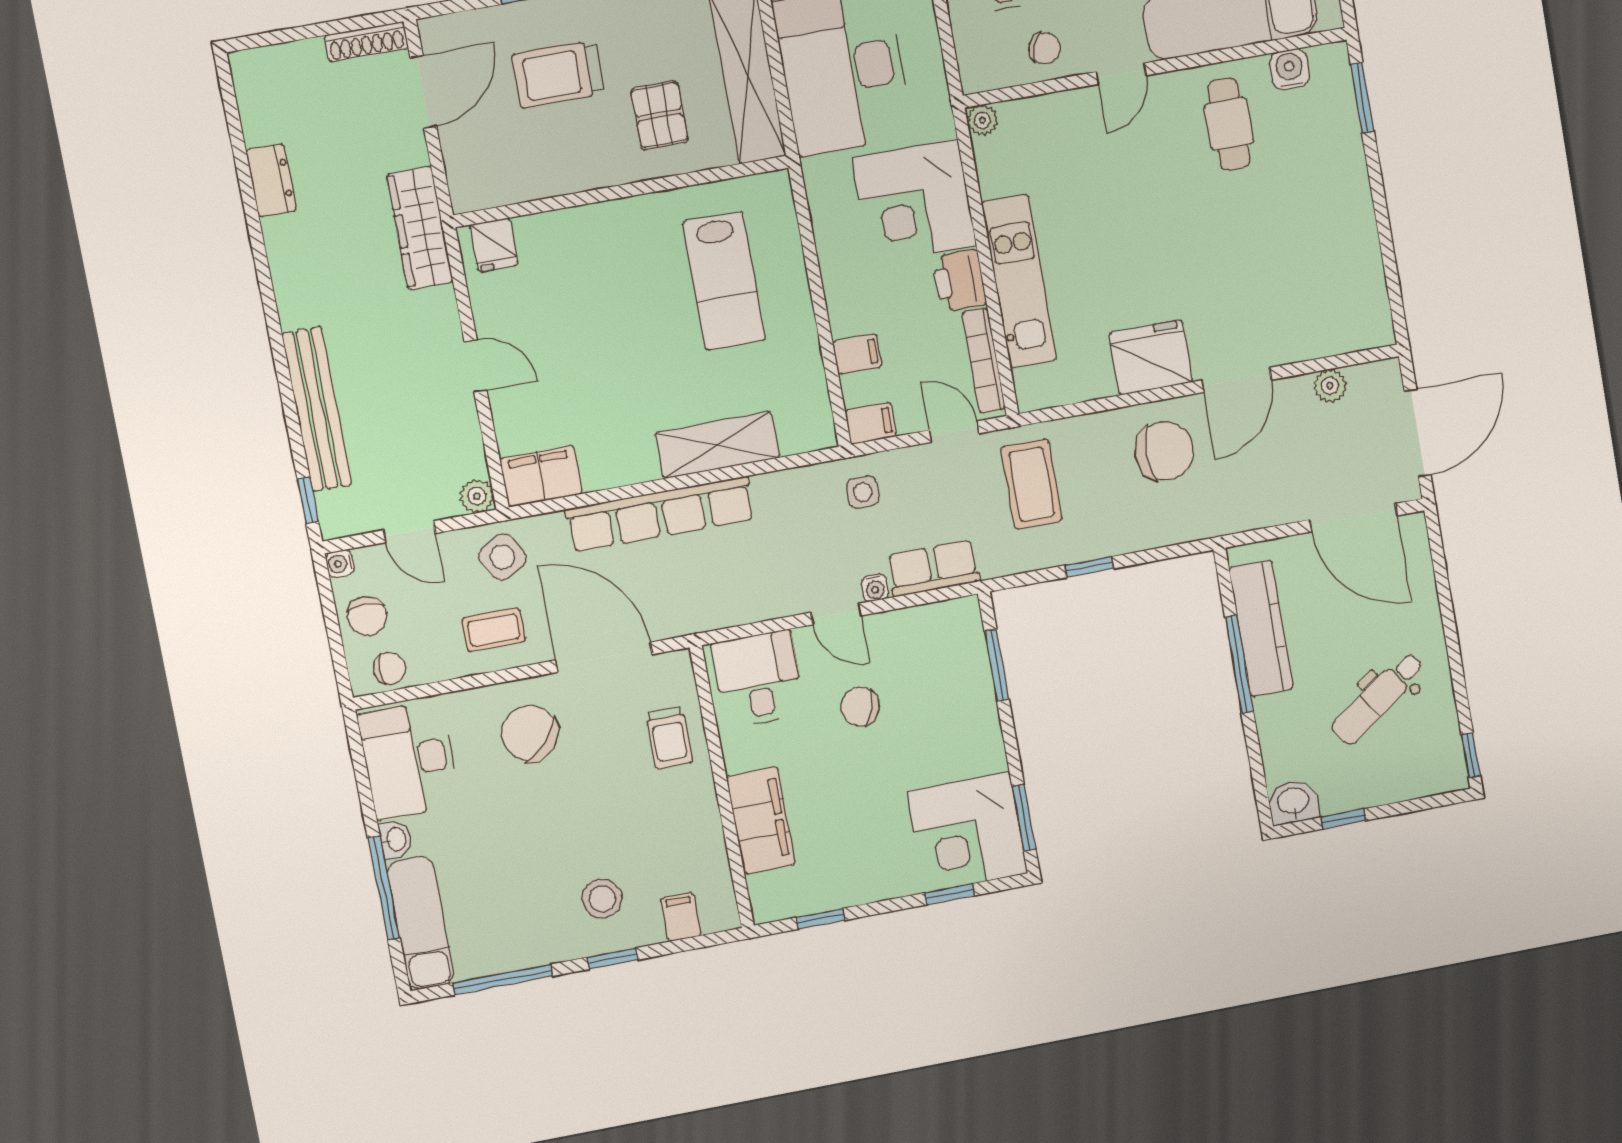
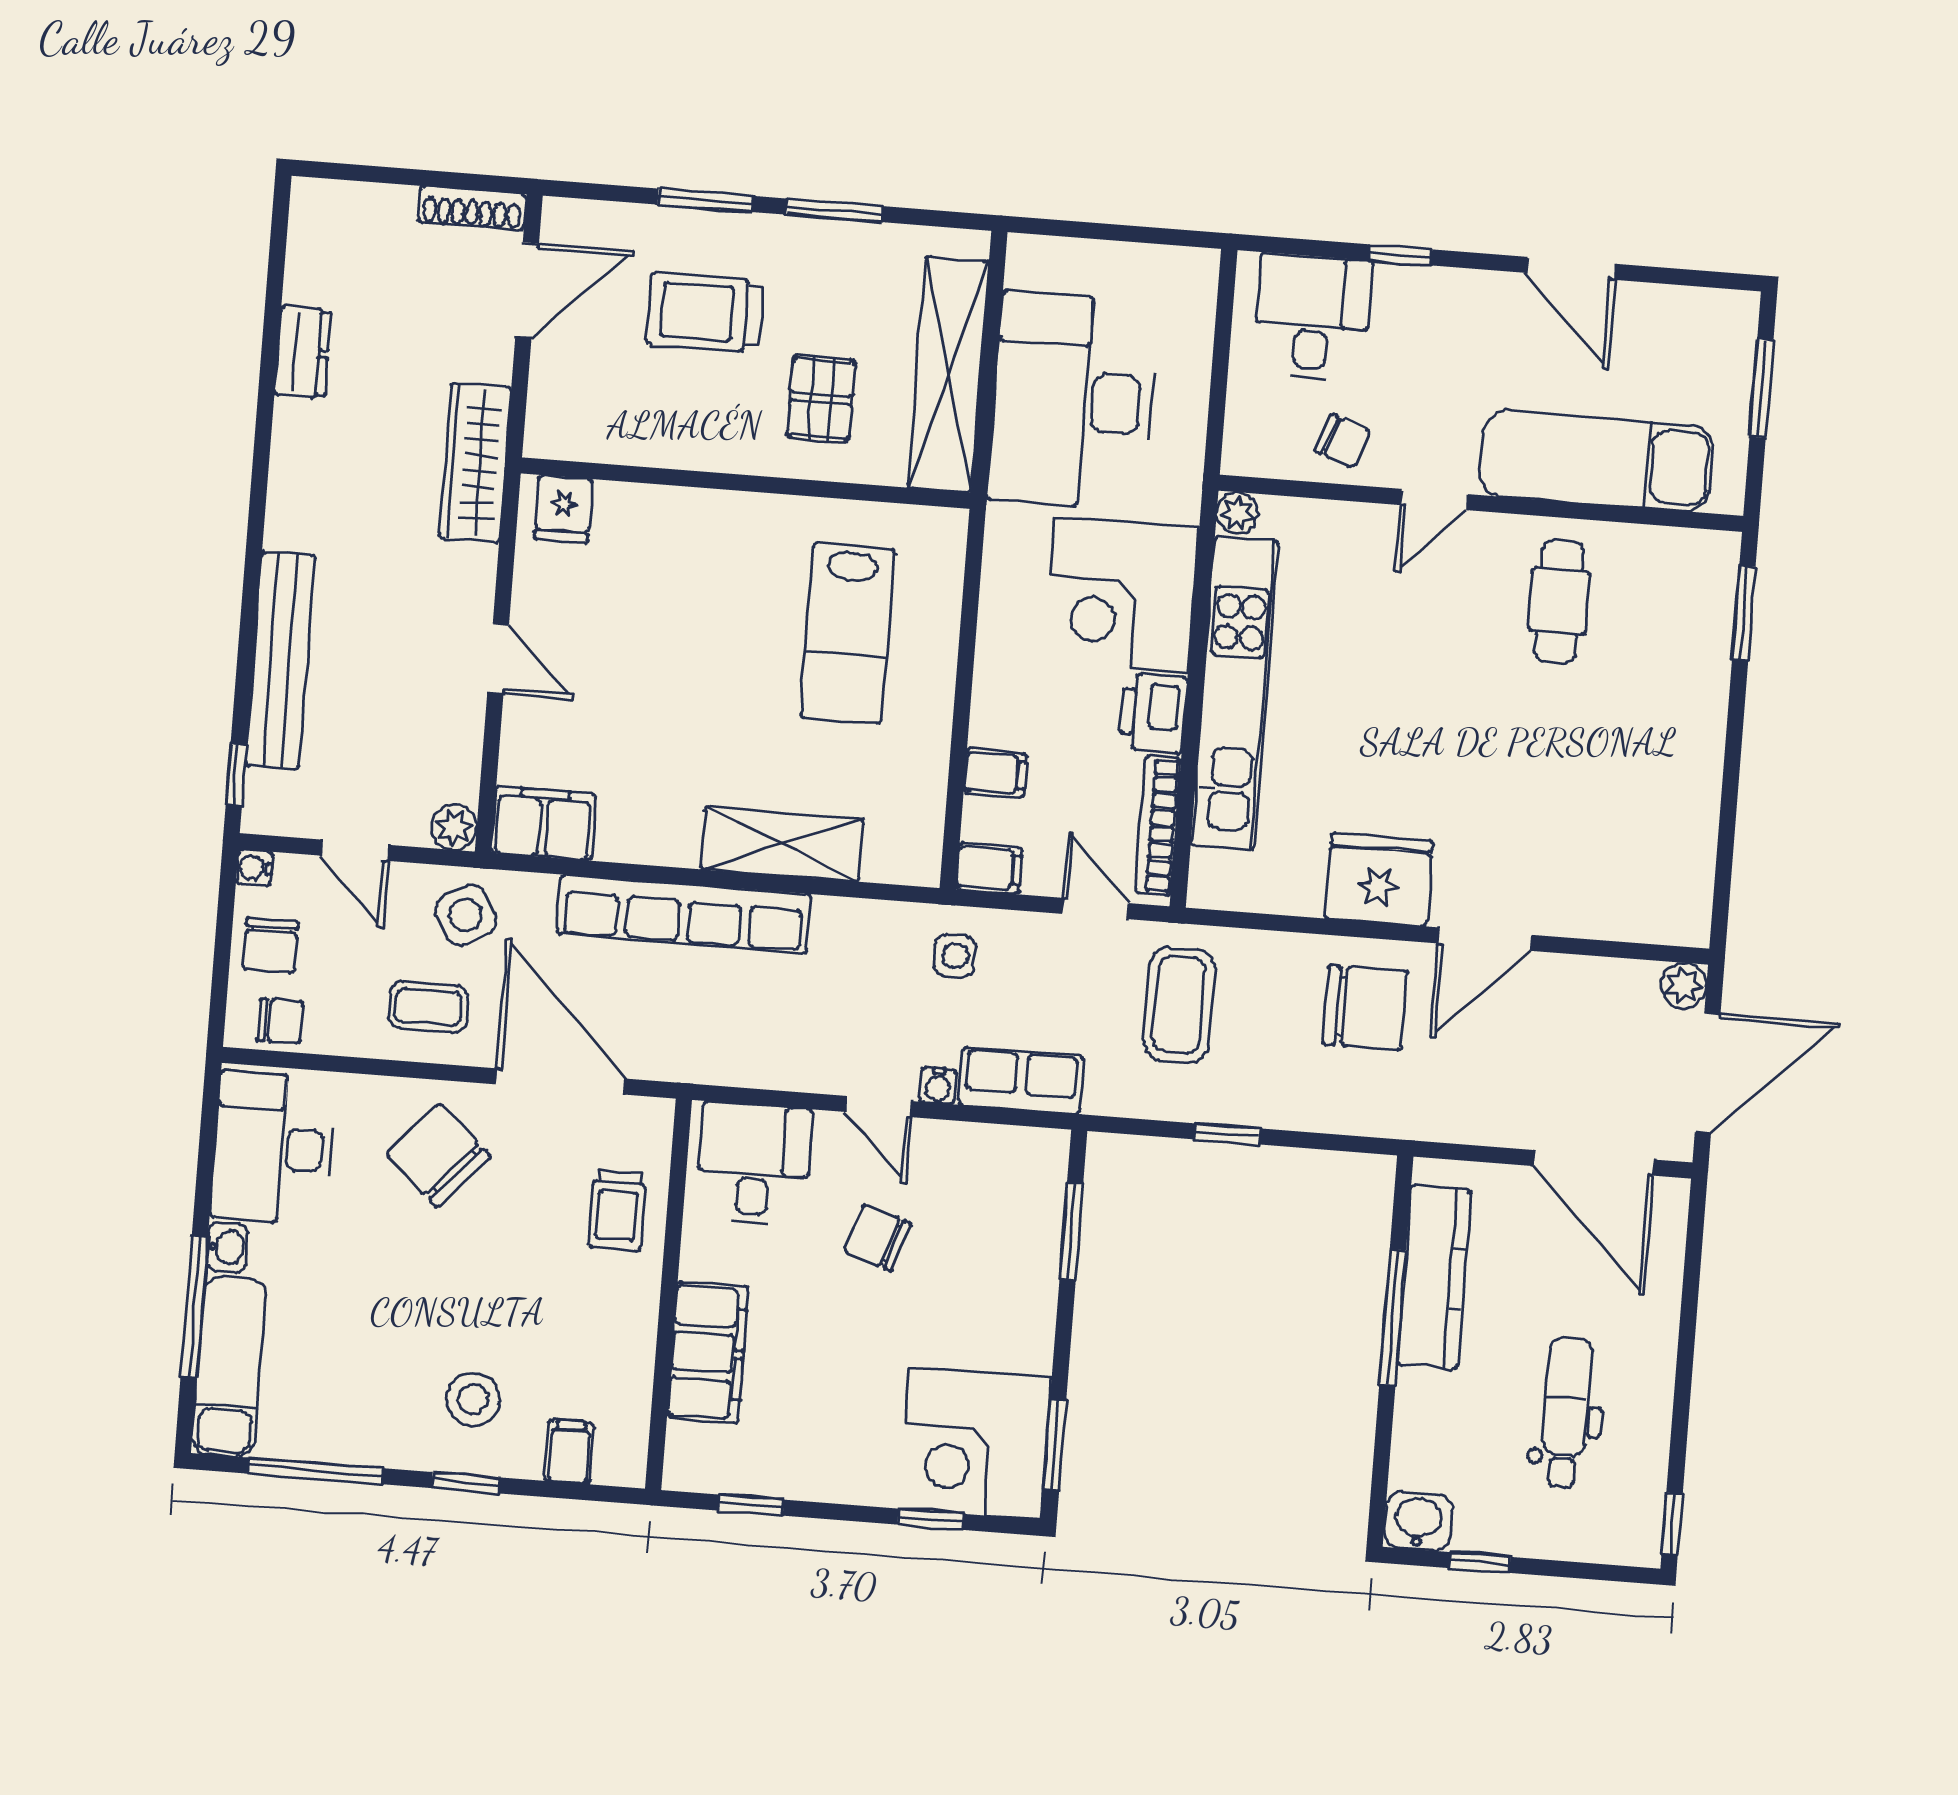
water cooler: (1290, 69) -> (1657, 551), removed
kitchen unit: (1019, 281) -> (1235, 693), width x1.36
plant: (1330, 386) -> (1684, 986), moved
dental chair: (1378, 698) -> (1566, 1413), turned 125

